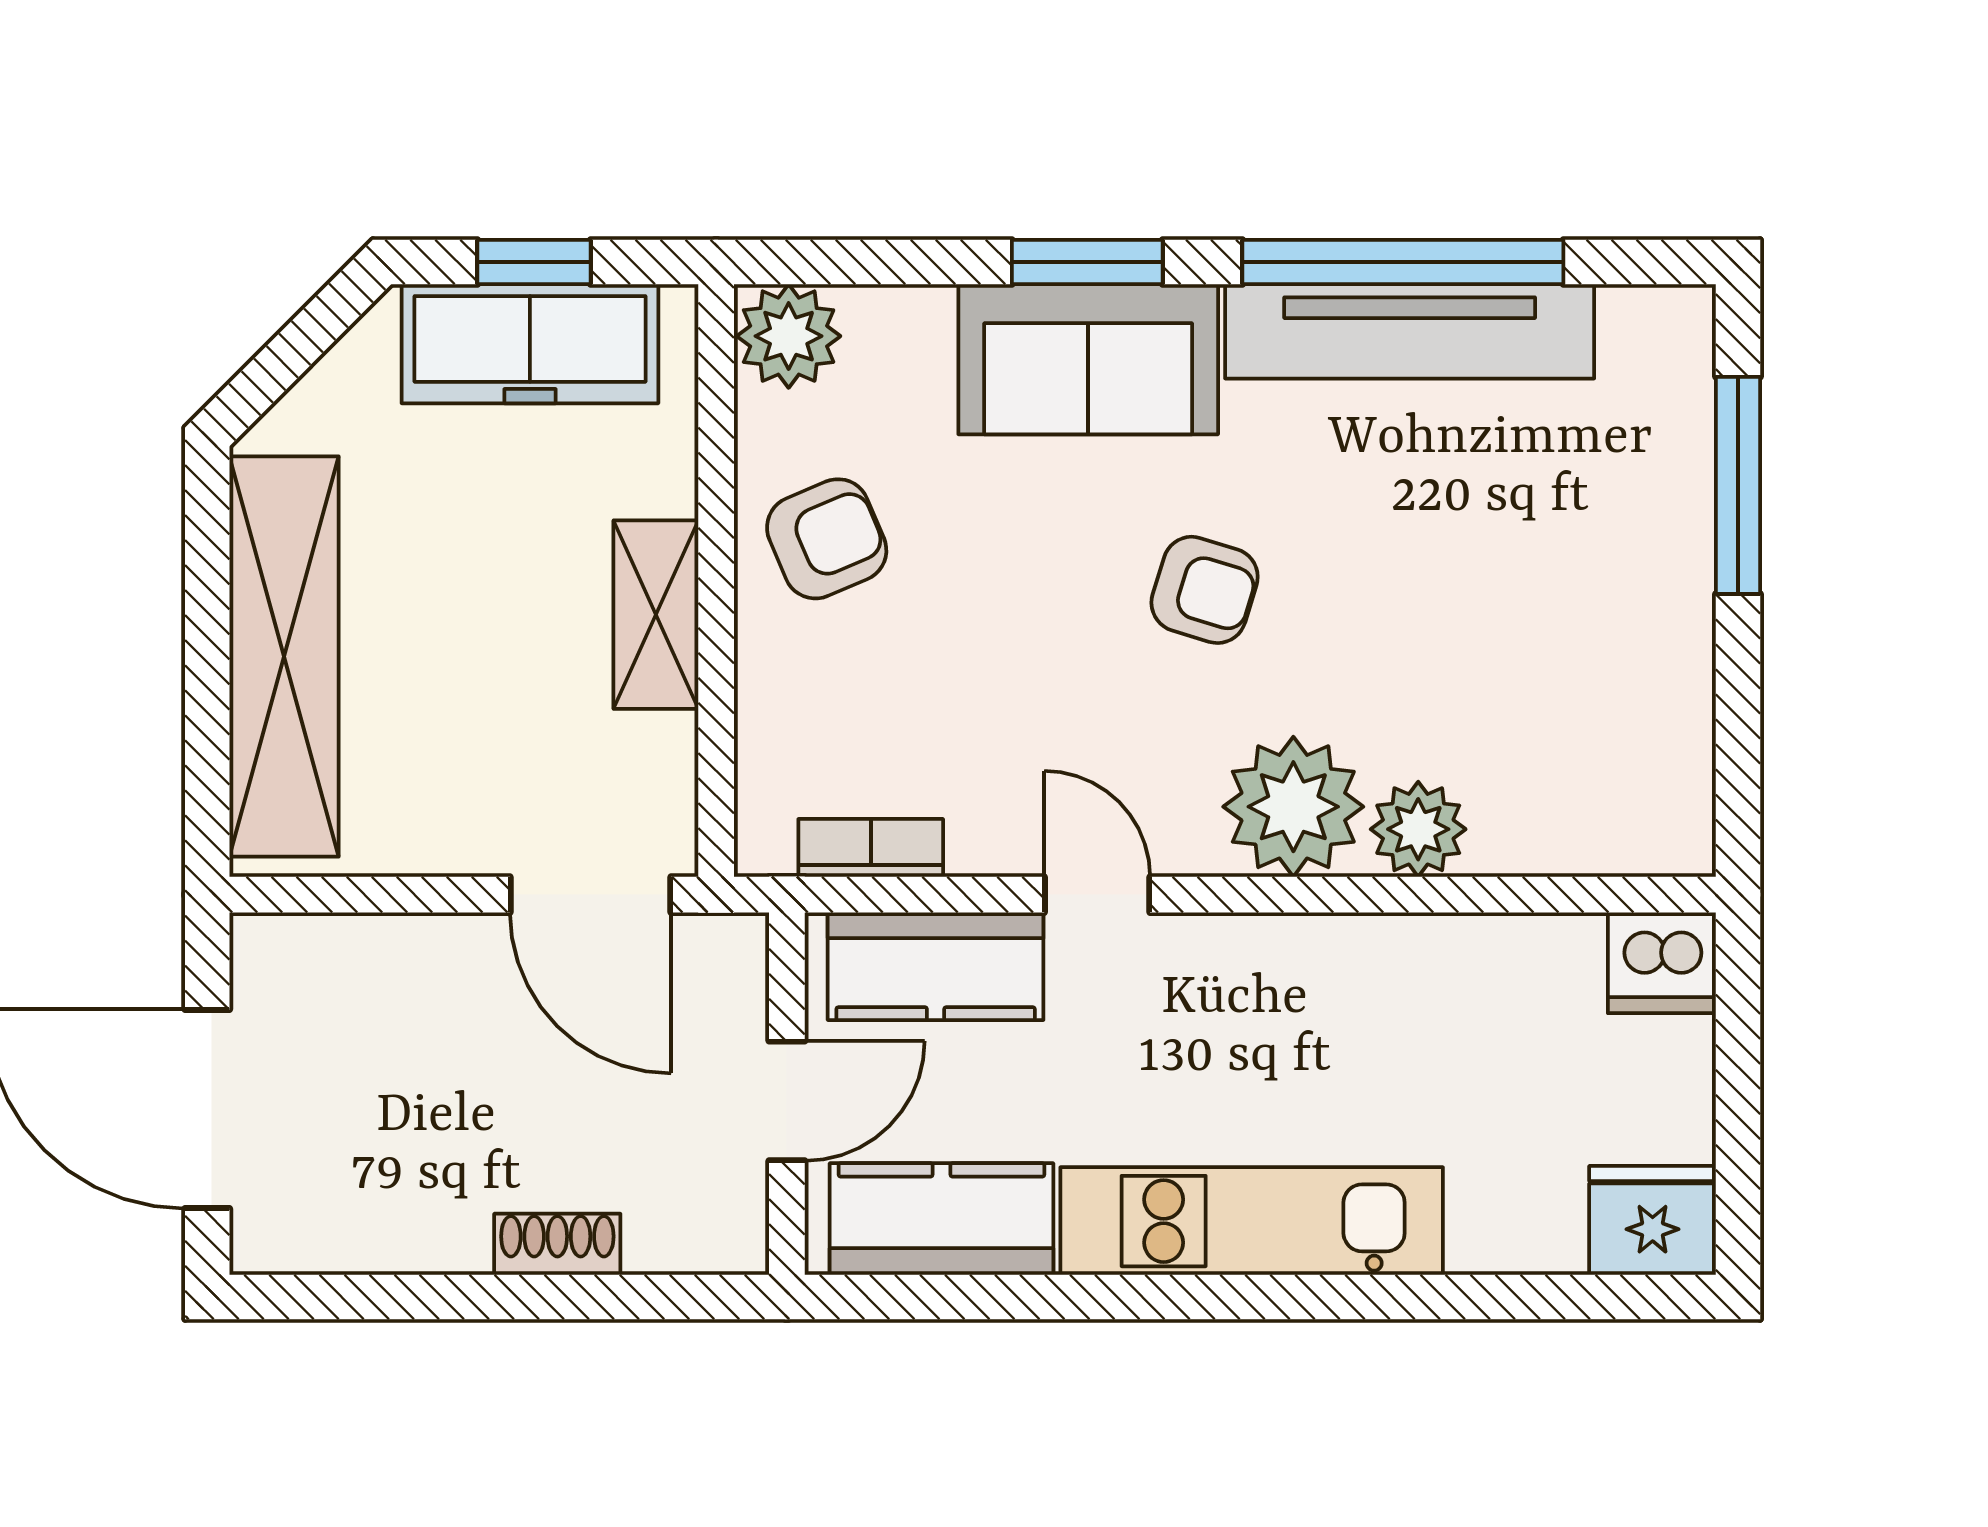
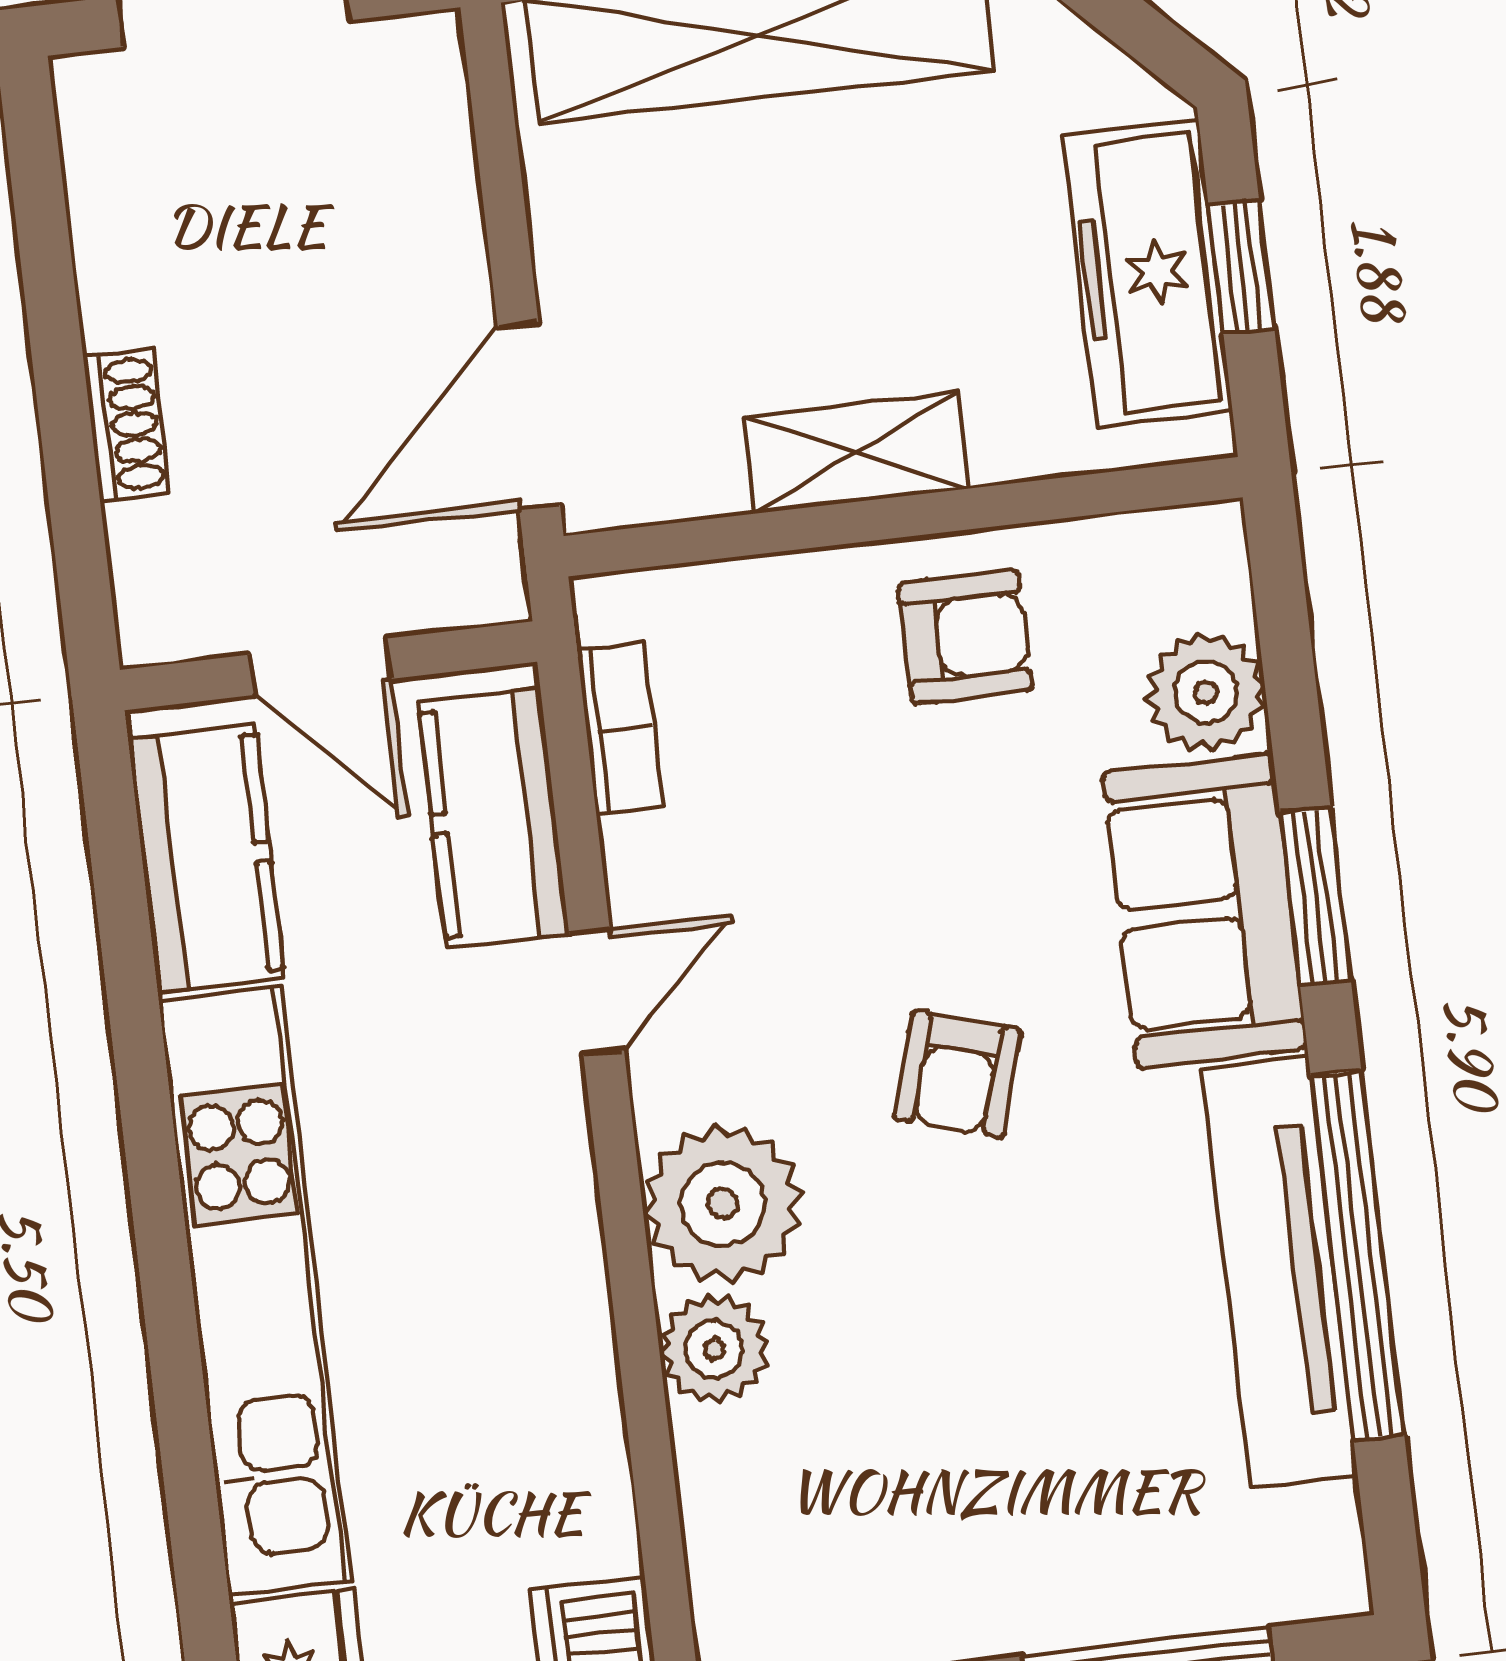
plant: (789, 336) -> (1206, 692), moved
armchair: (827, 539) -> (965, 637), turned -67
kitchen unit: (1252, 1221) -> (255, 1291), width x1.36

